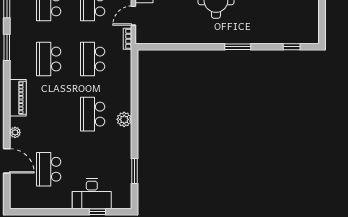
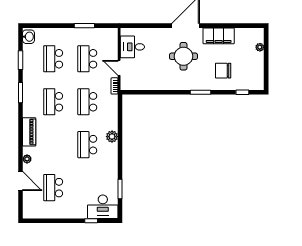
door: (133, 16) -> (119, 68), hinge flipped
chair: (267, 19) -> (223, 71), added
plant: (124, 119) -> (112, 137), moved
desk: (92, 194) -> (103, 207), moved

